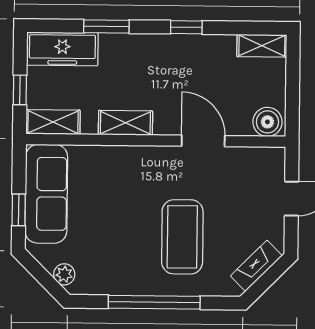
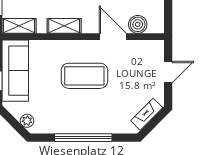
boiler: (267, 122) -> (138, 24), moved
coffee table: (182, 237) -> (84, 76), moved, turned 90

